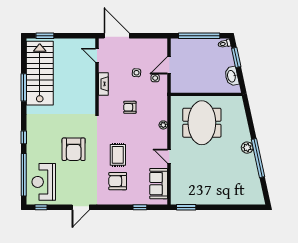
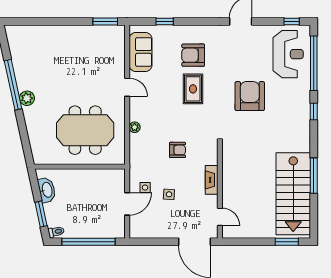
meeting table: (202, 123) -> (85, 130), turned 90
armchair: (118, 181) -> (193, 55), turned 180

